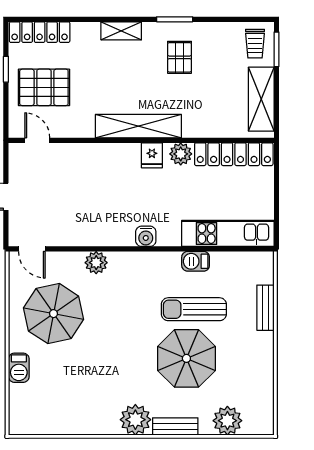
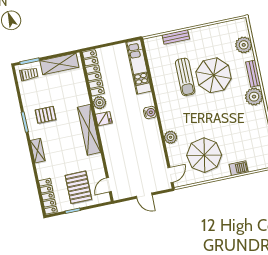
barbecue: (196, 261) -> (158, 82), removed

